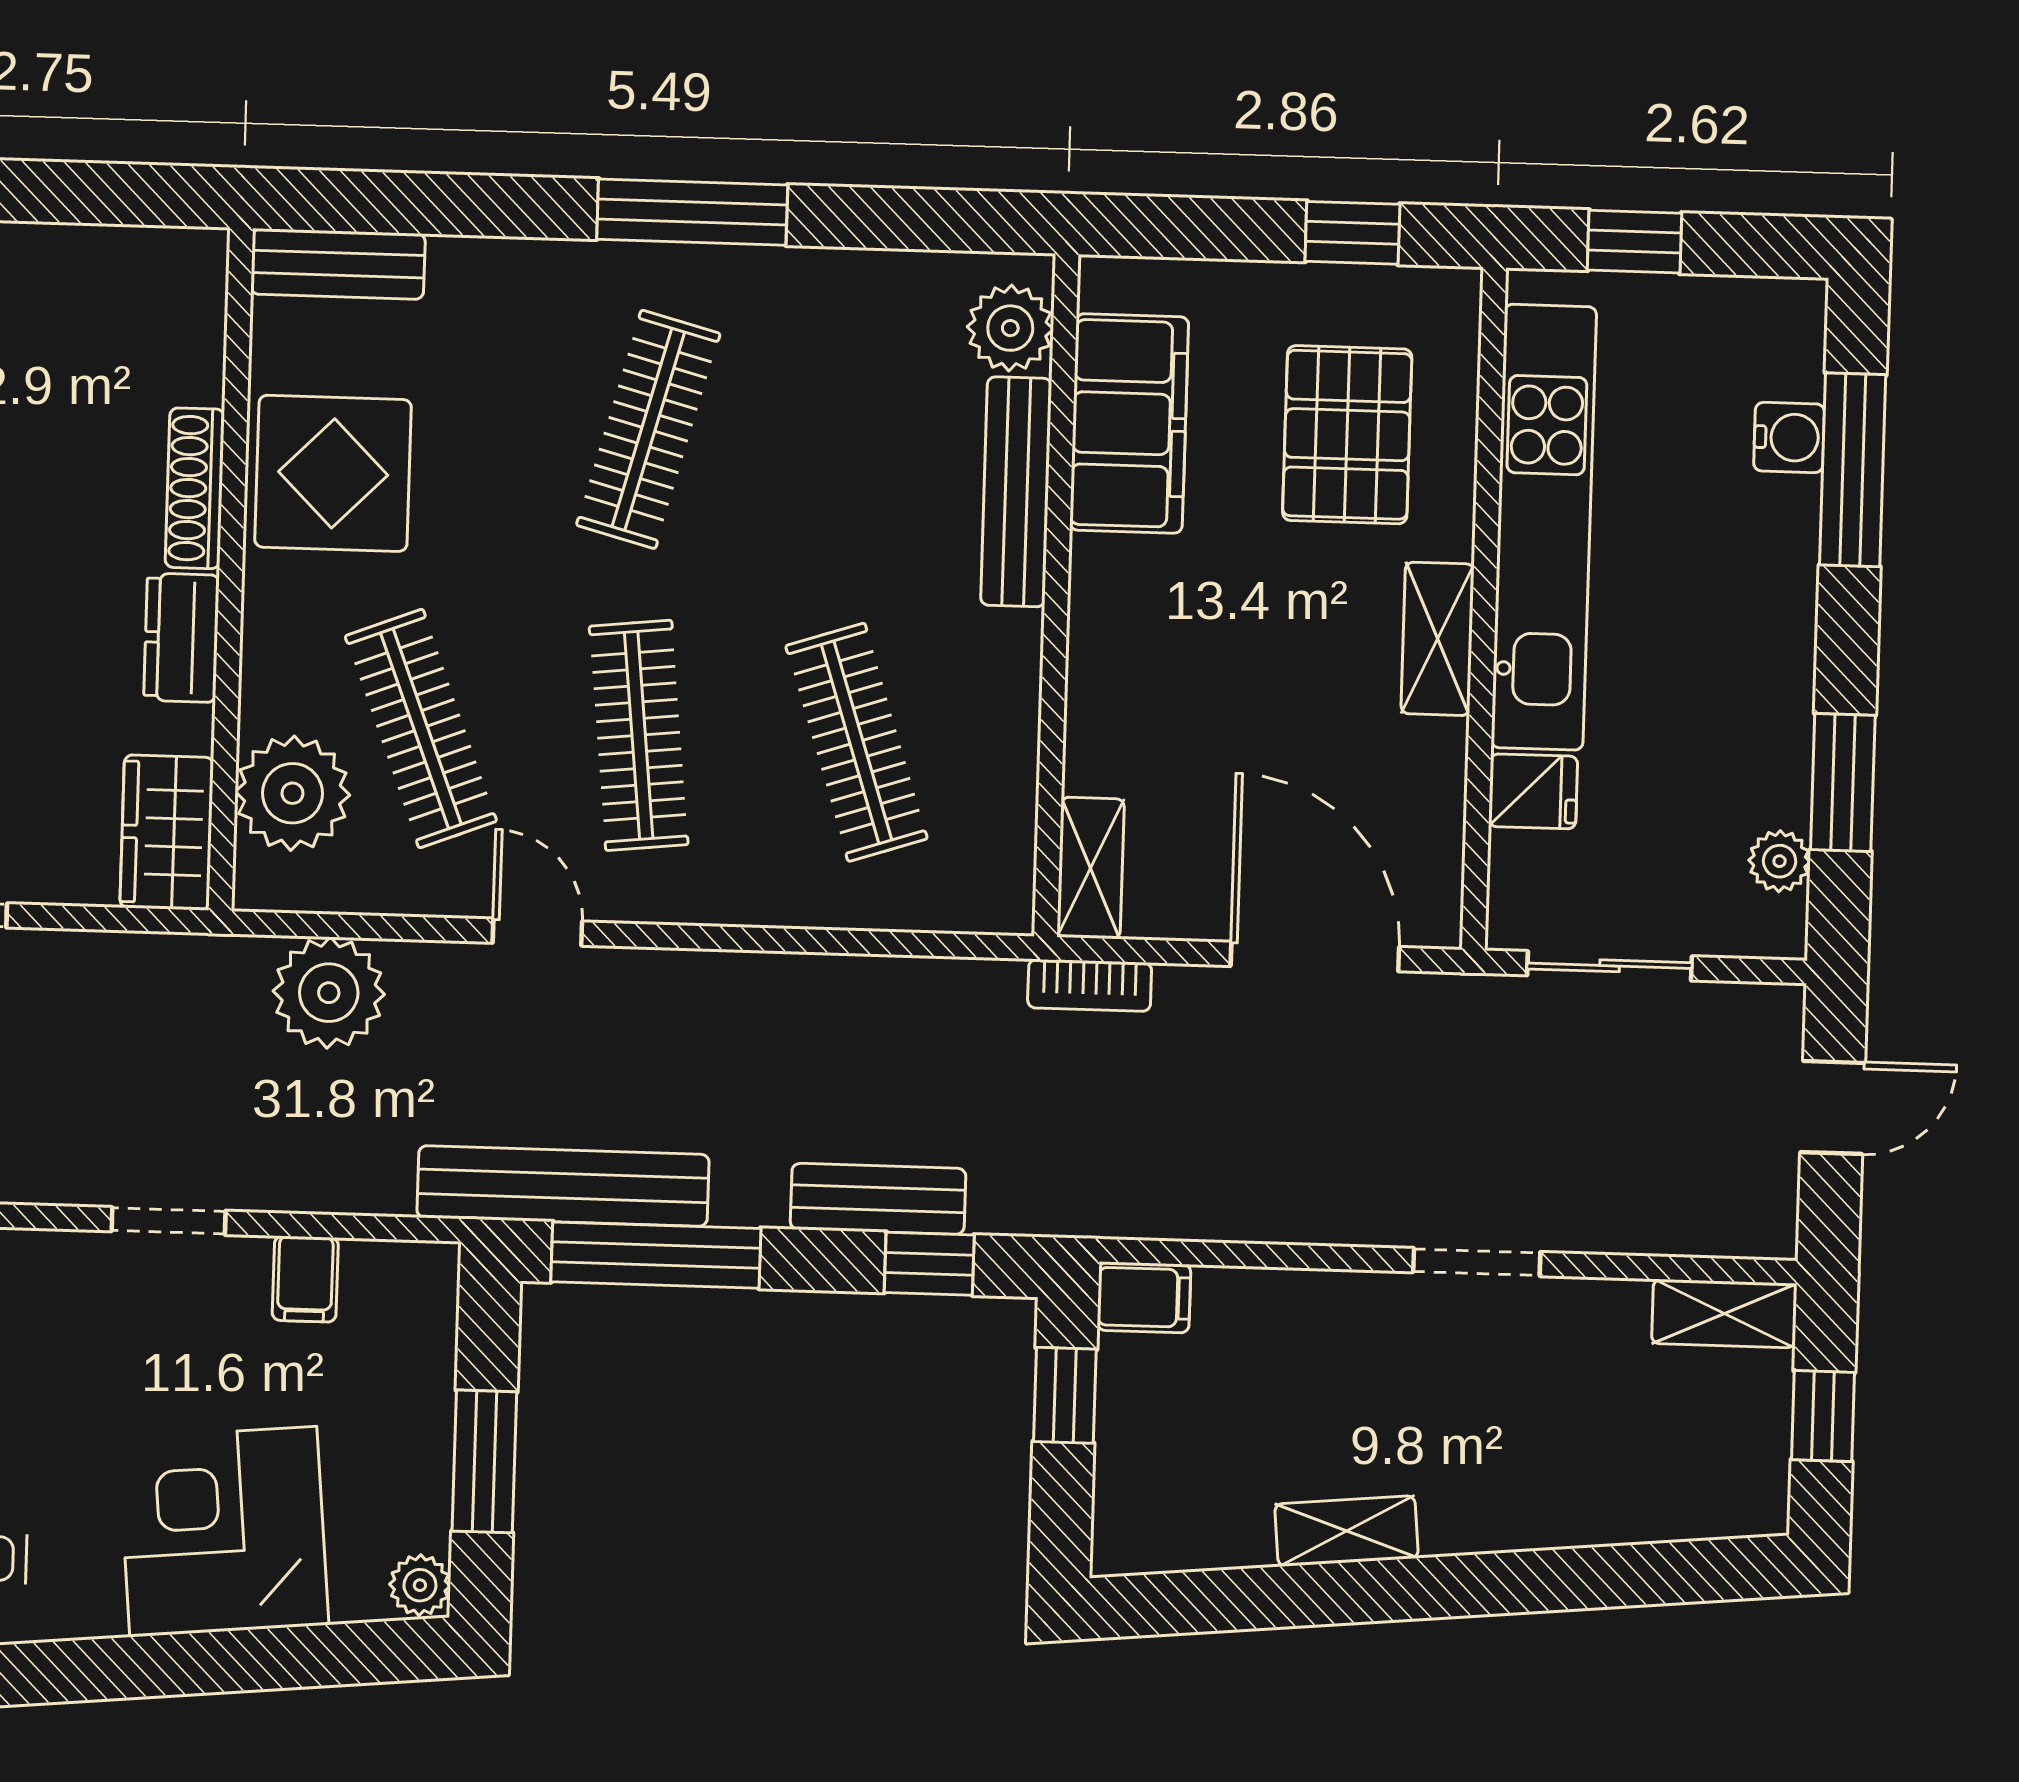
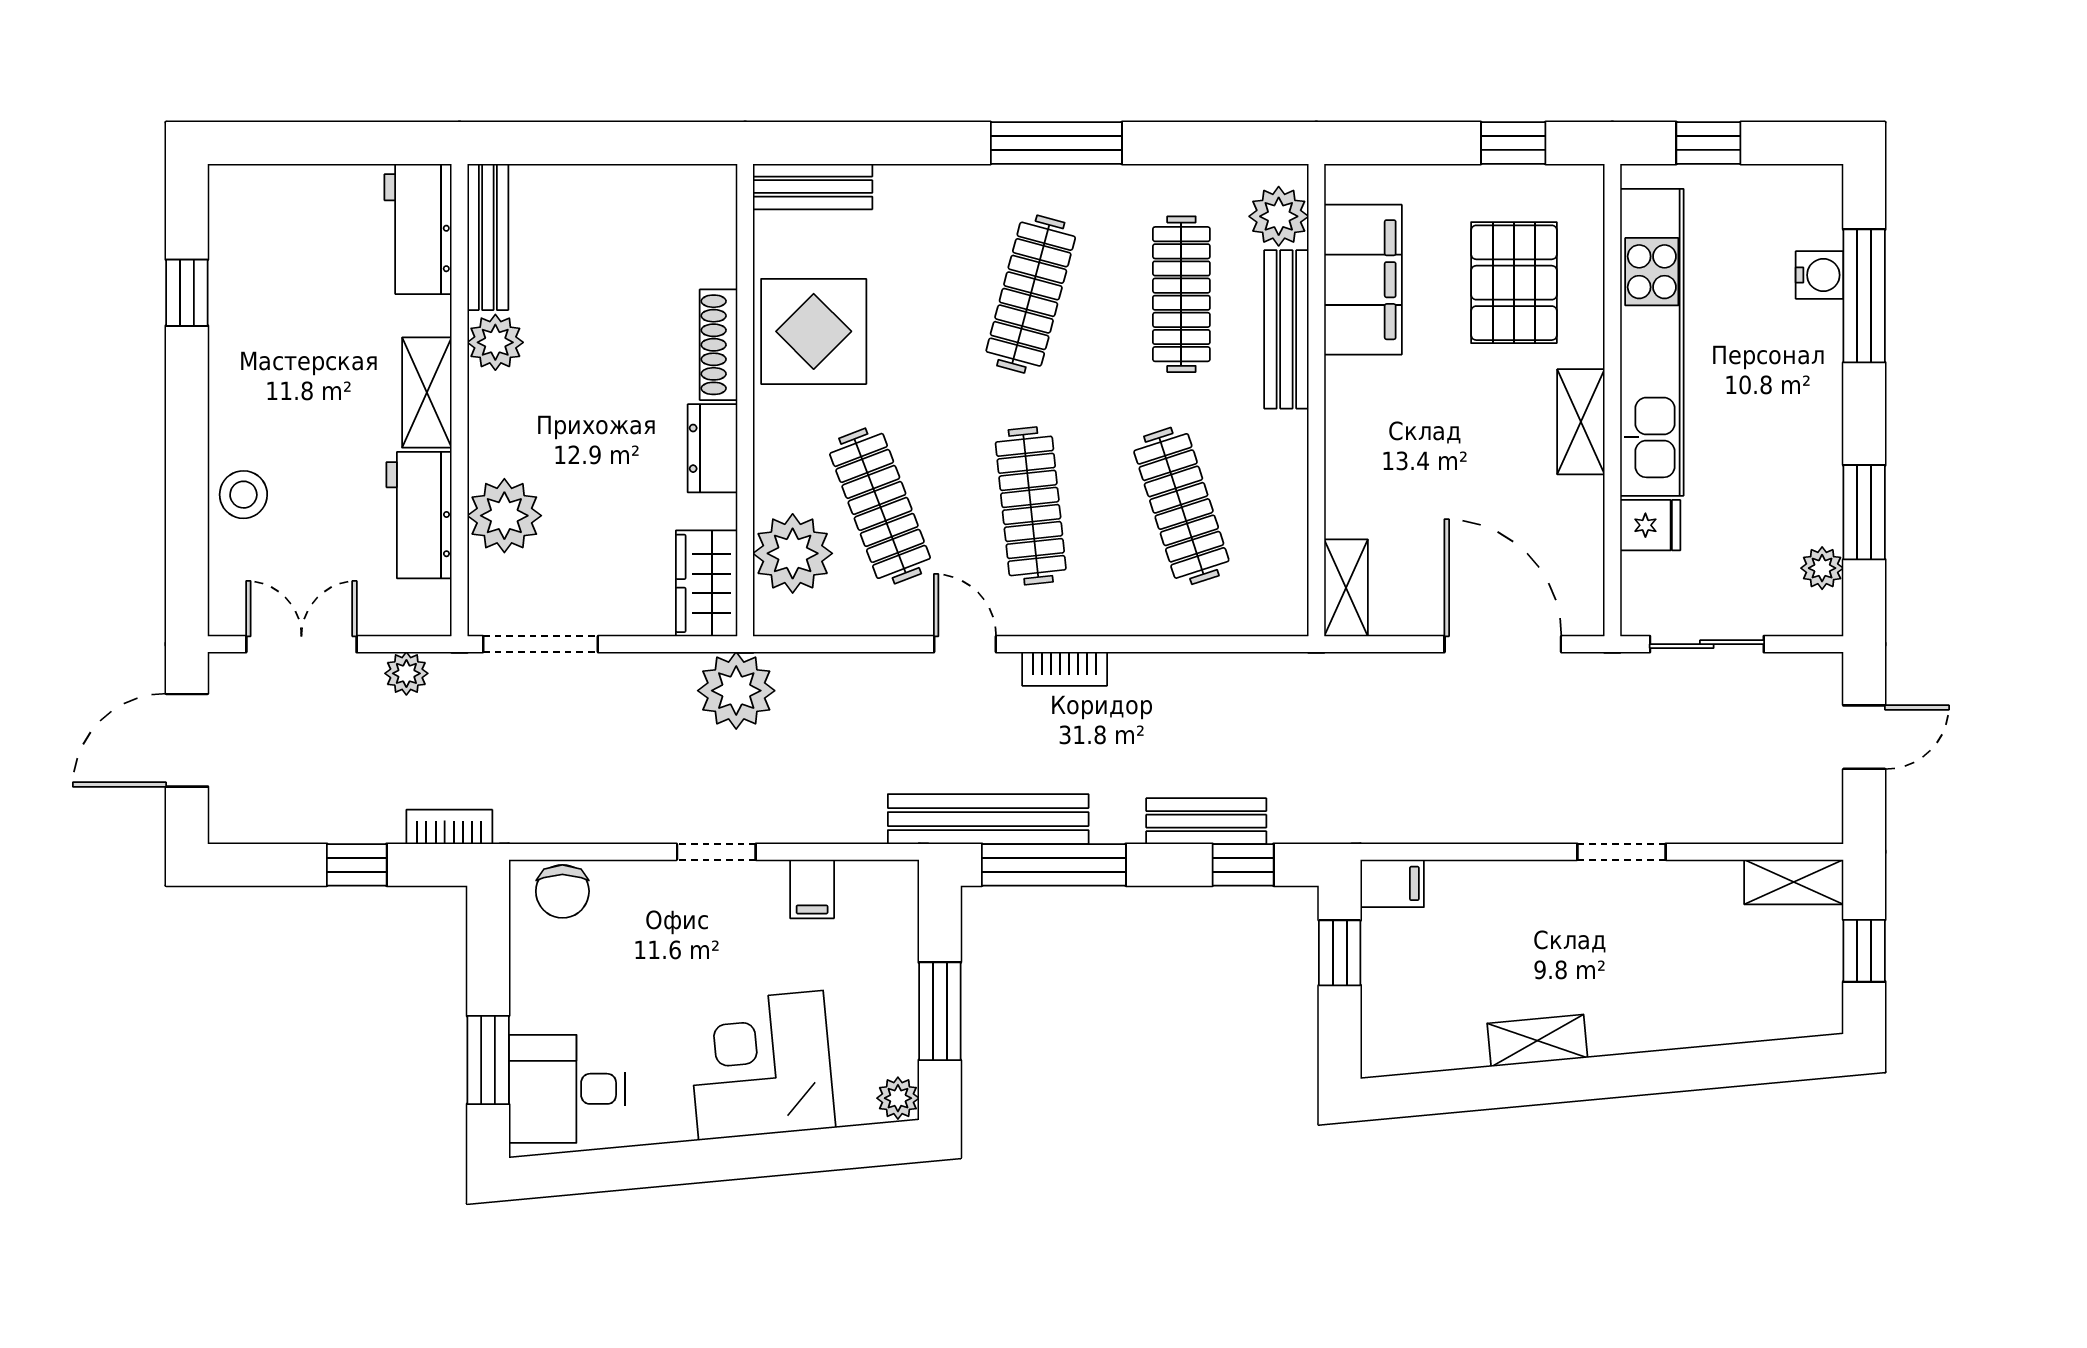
clothes rail: (866, 436) -> (1181, 294), added
bookcase: (1090, 985) -> (1065, 669), moved
plant: (329, 993) -> (736, 691), moved

